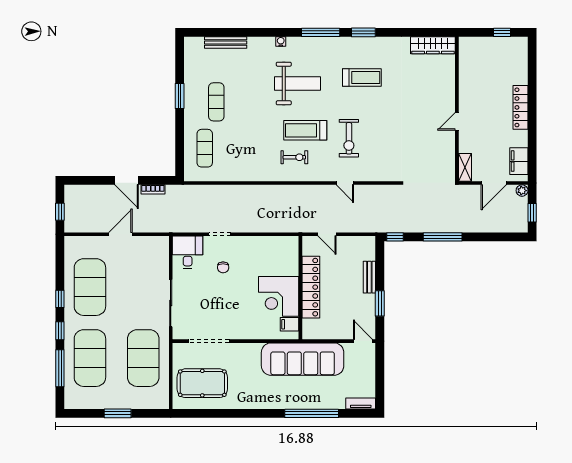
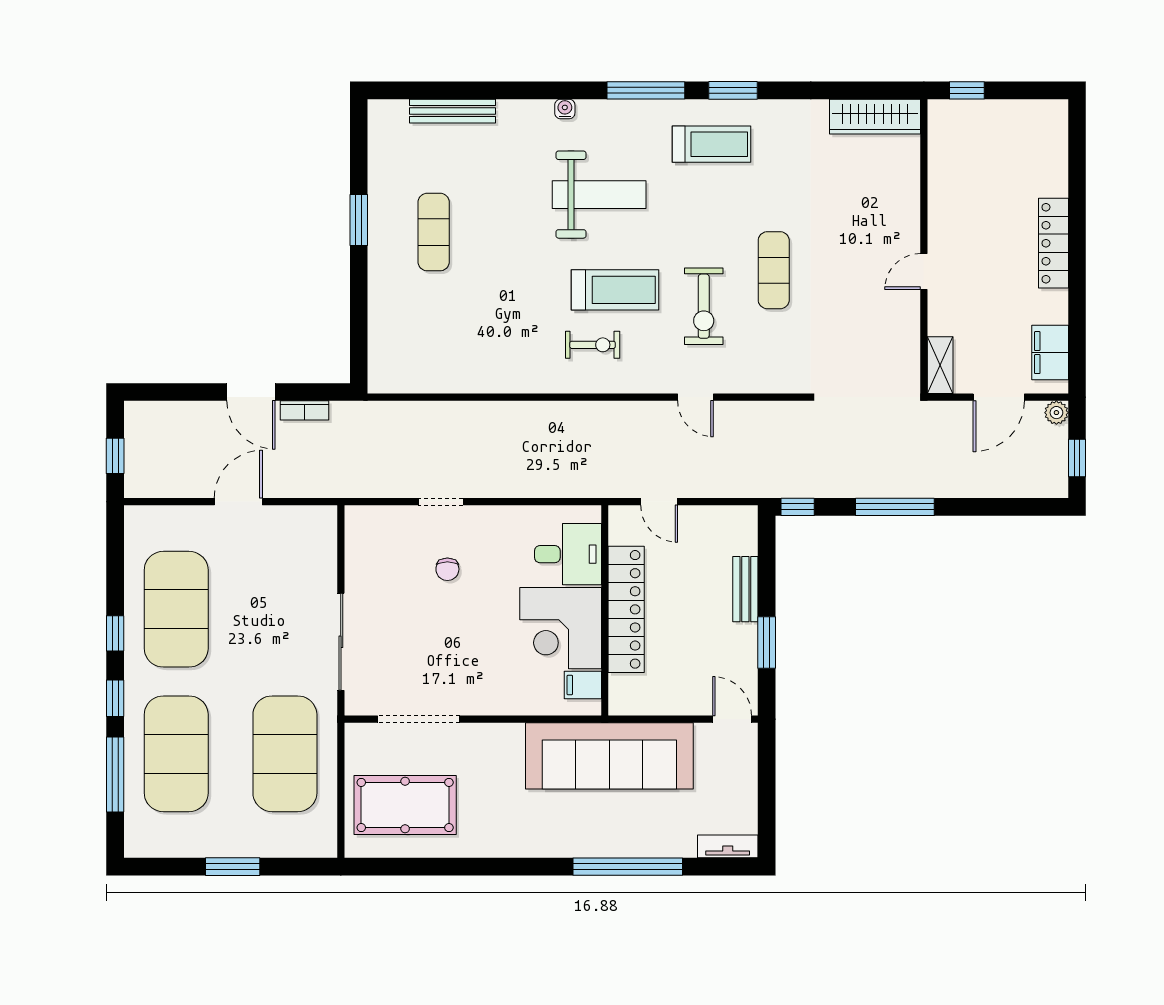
window: (502, 32) -> (967, 90), moved
treadmill: (362, 77) -> (711, 144), moved
treadmill: (305, 130) -> (615, 290), turned 180
exercise mat: (205, 148) -> (774, 270), moved
desk: (188, 252) -> (568, 554), moved, turned 90

